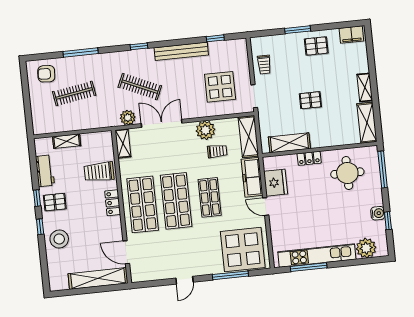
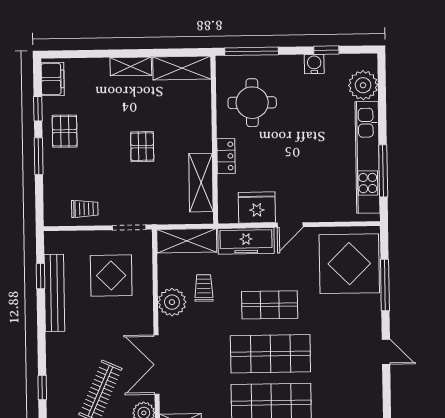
window: (330, 26) -> (38, 109), added
bench: (181, 51) -> (54, 293), moved

